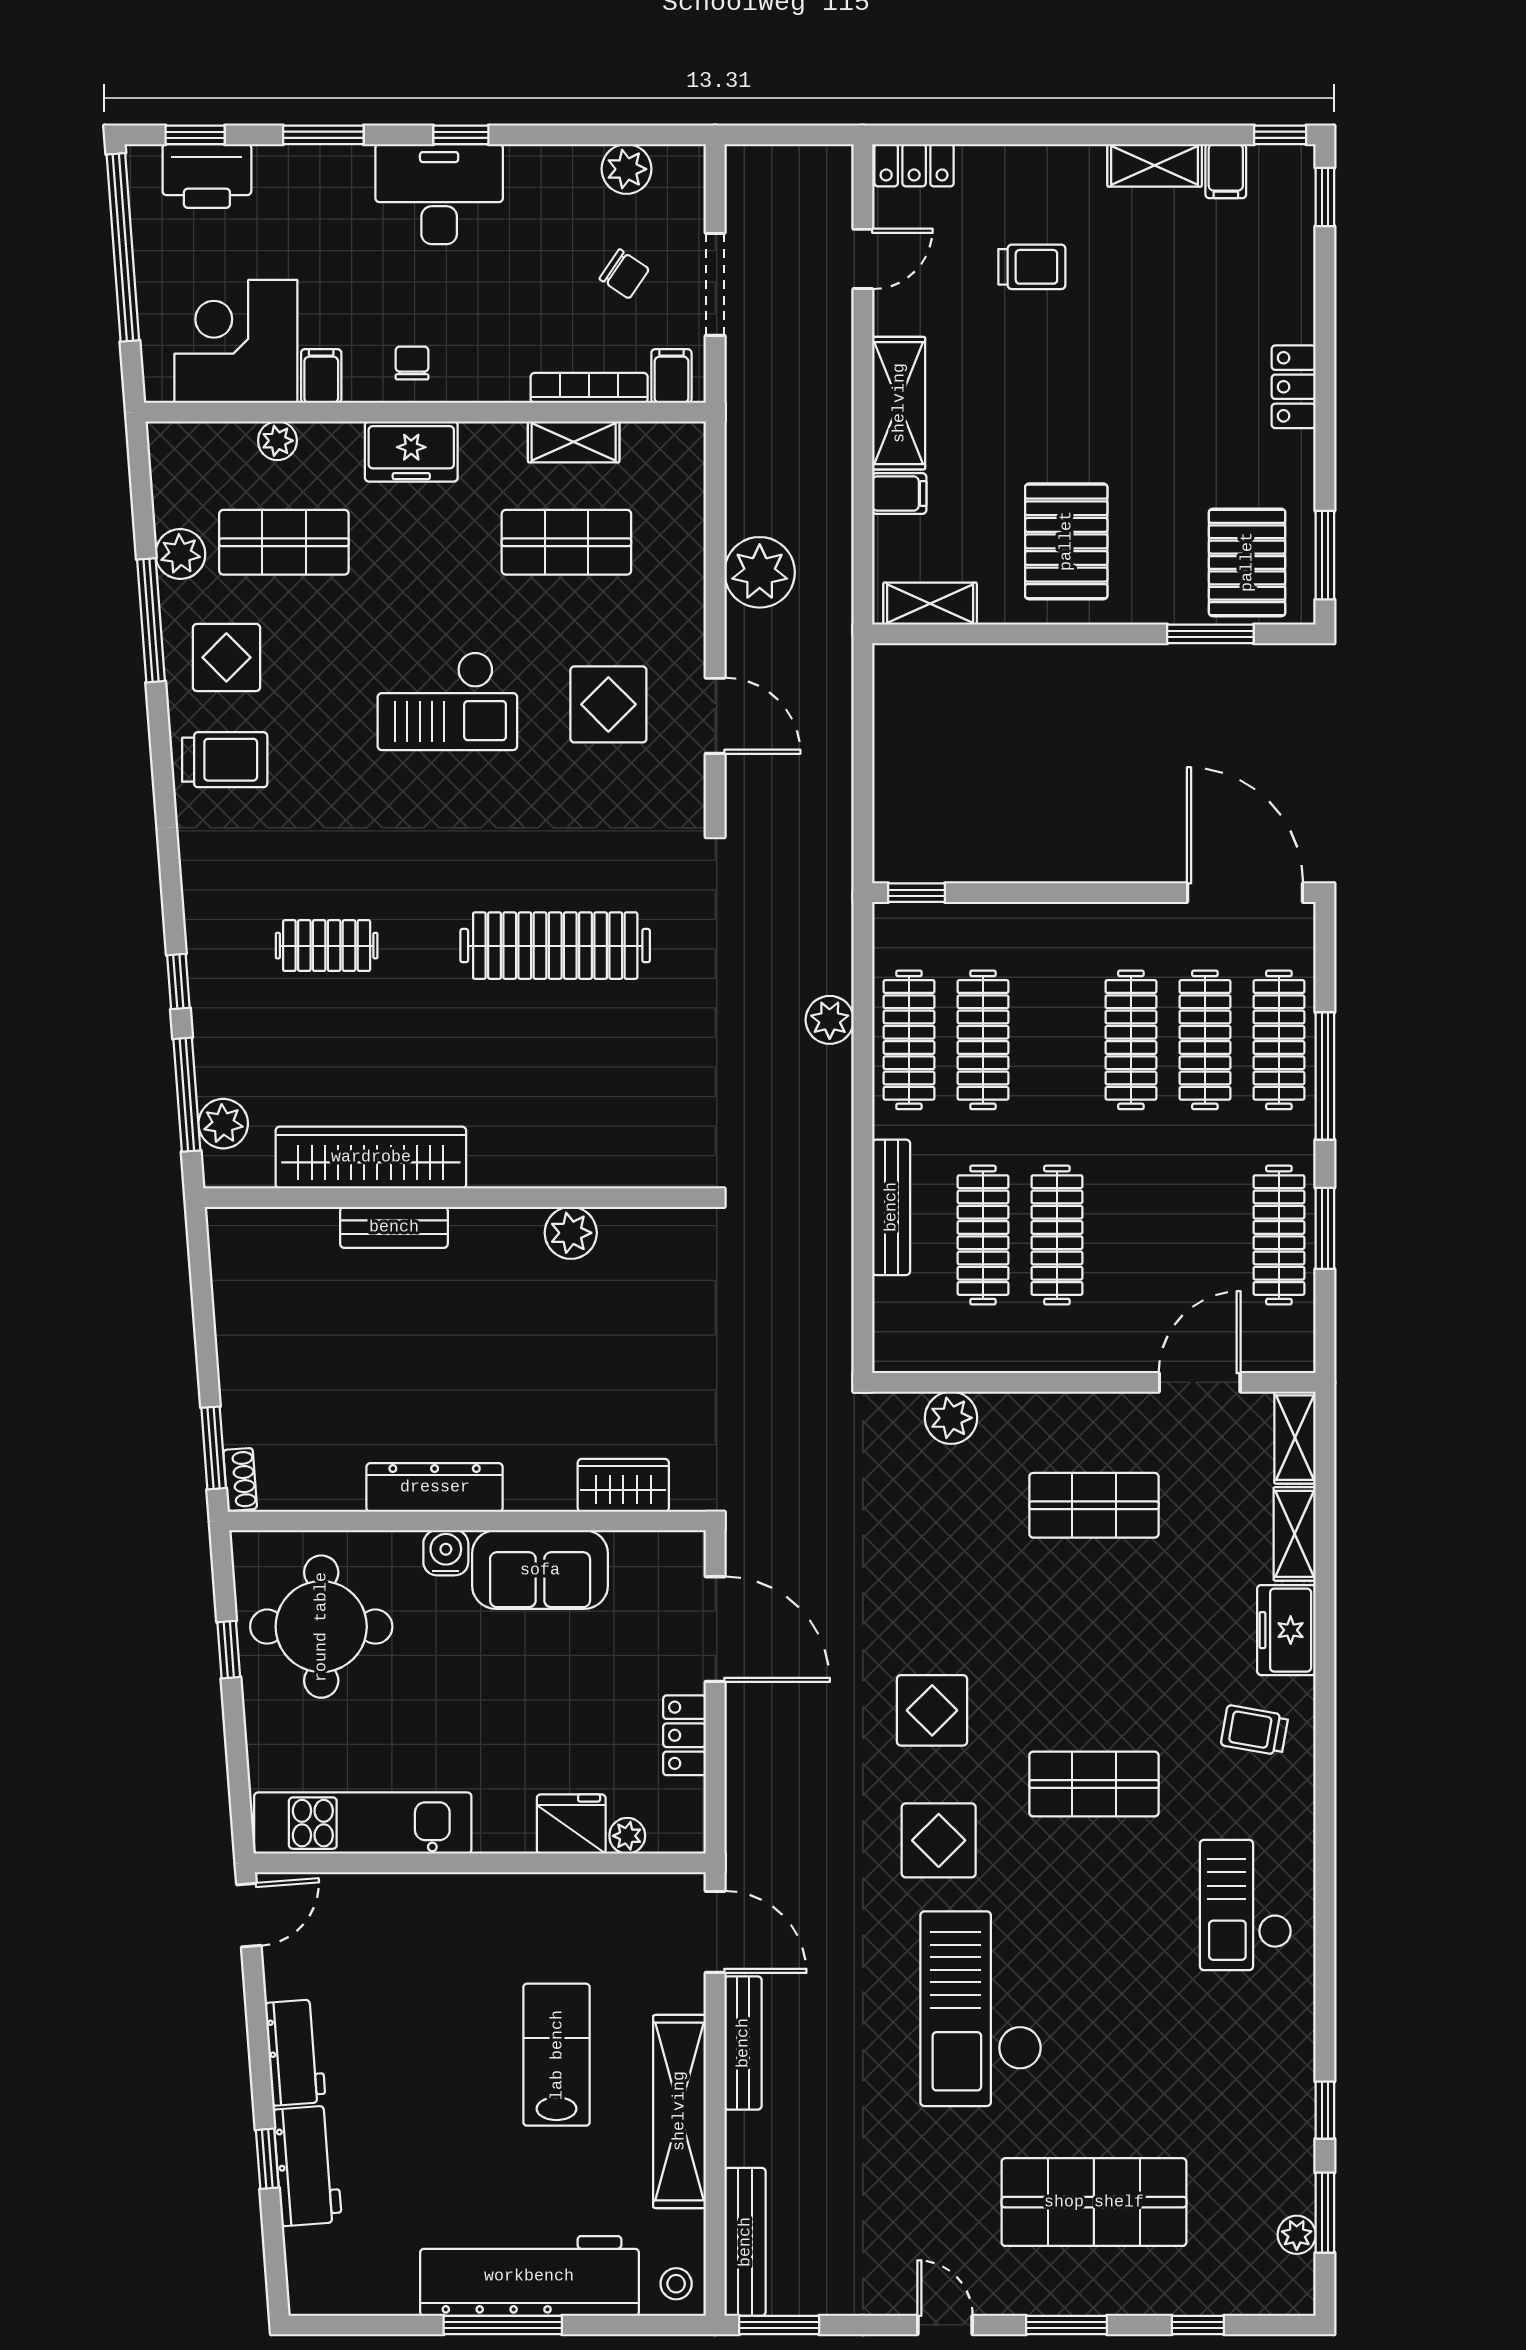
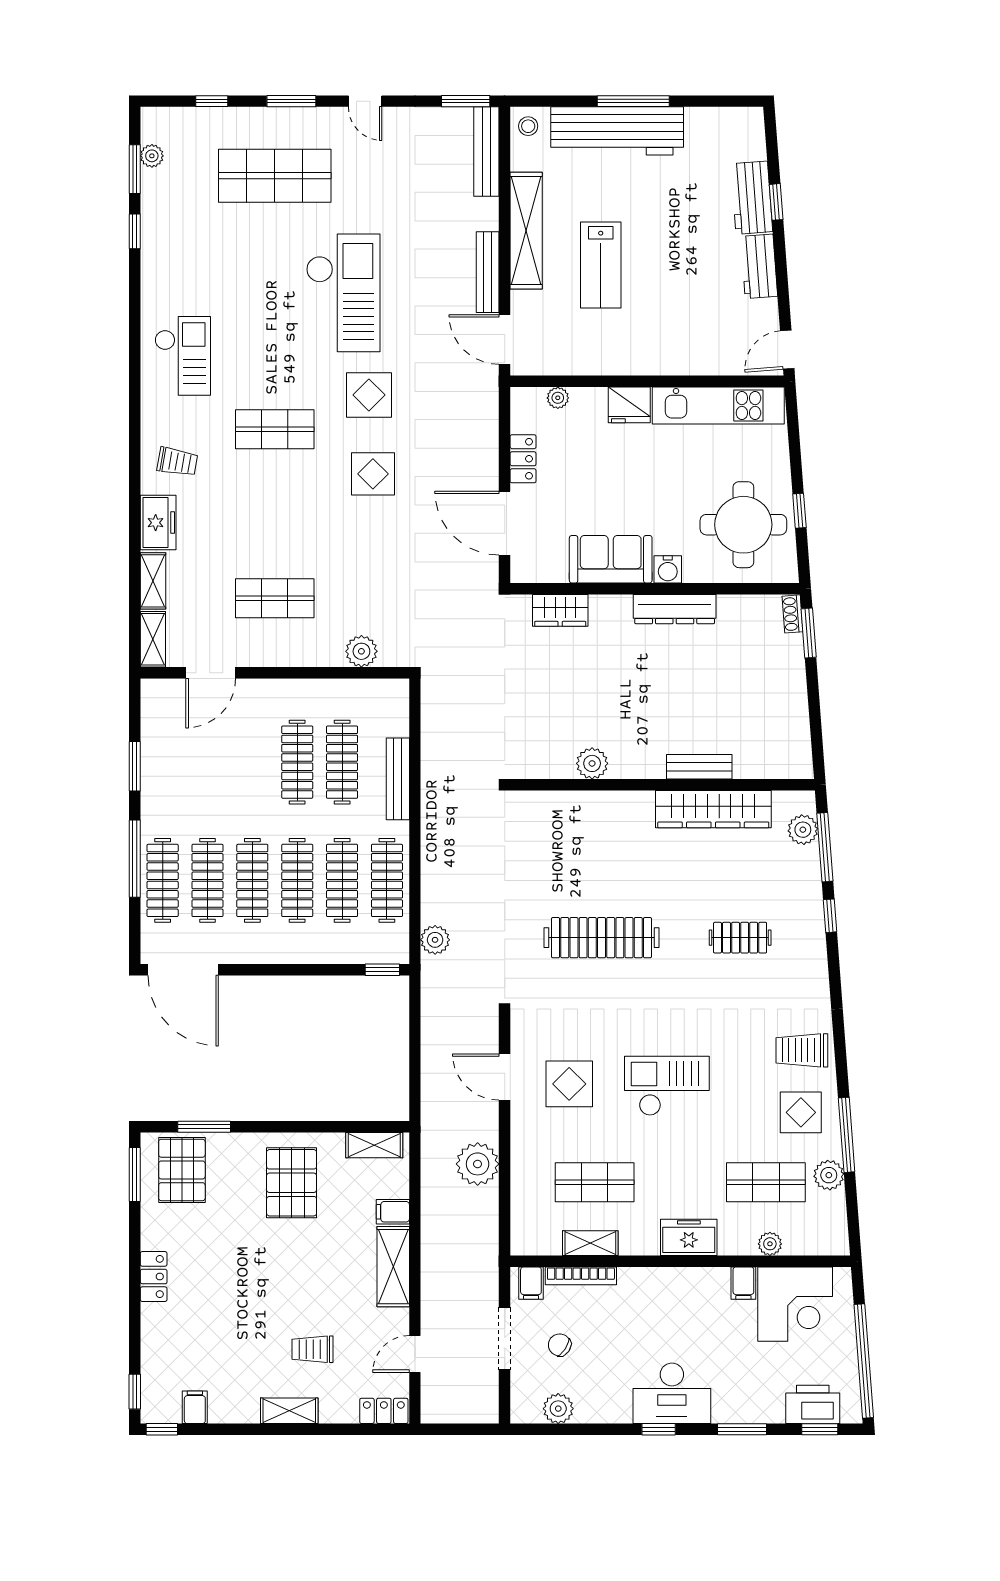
shelving: (1155, 165) -> (289, 1411), moved
chair: (412, 363) -> (688, 1291), removed
plant: (830, 1020) -> (435, 940), moved
clothes rail: (1279, 1235) -> (297, 880), moved
fridge: (571, 1824) -> (629, 405), moved

